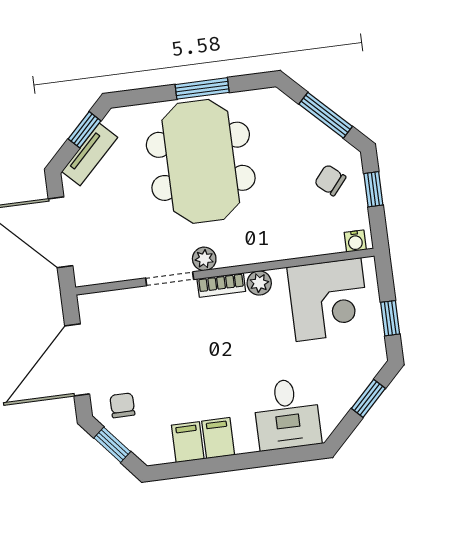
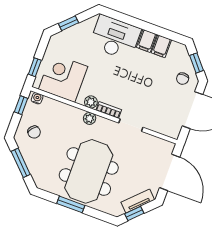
window: (373, 189) -> (21, 105), moved
plant: (204, 259) -> (90, 118), moved
window: (390, 318) -> (35, 67), moved
desk: (287, 414) -> (115, 38), width x1.37

